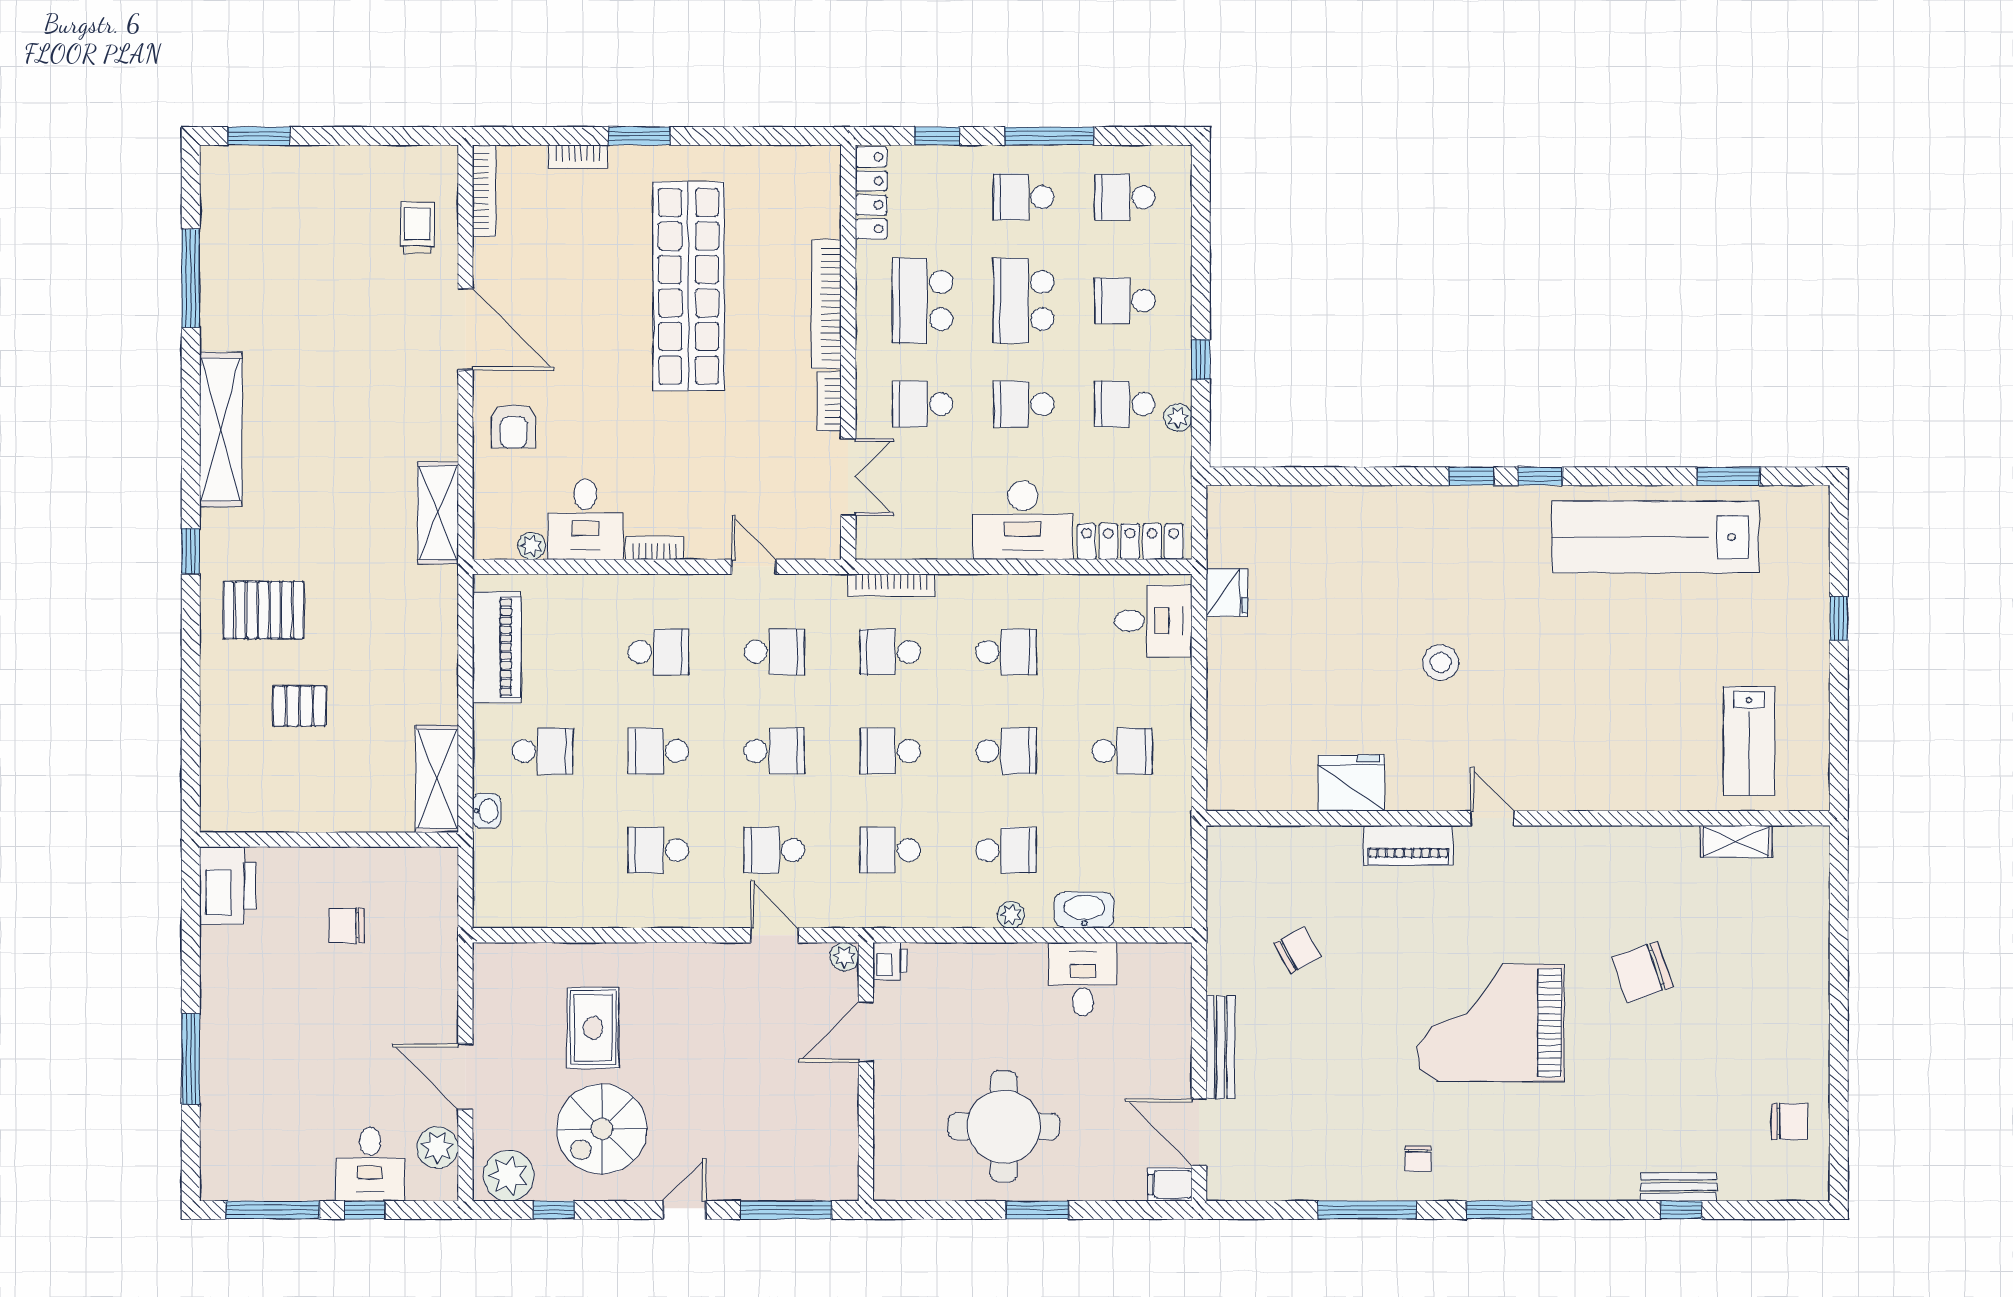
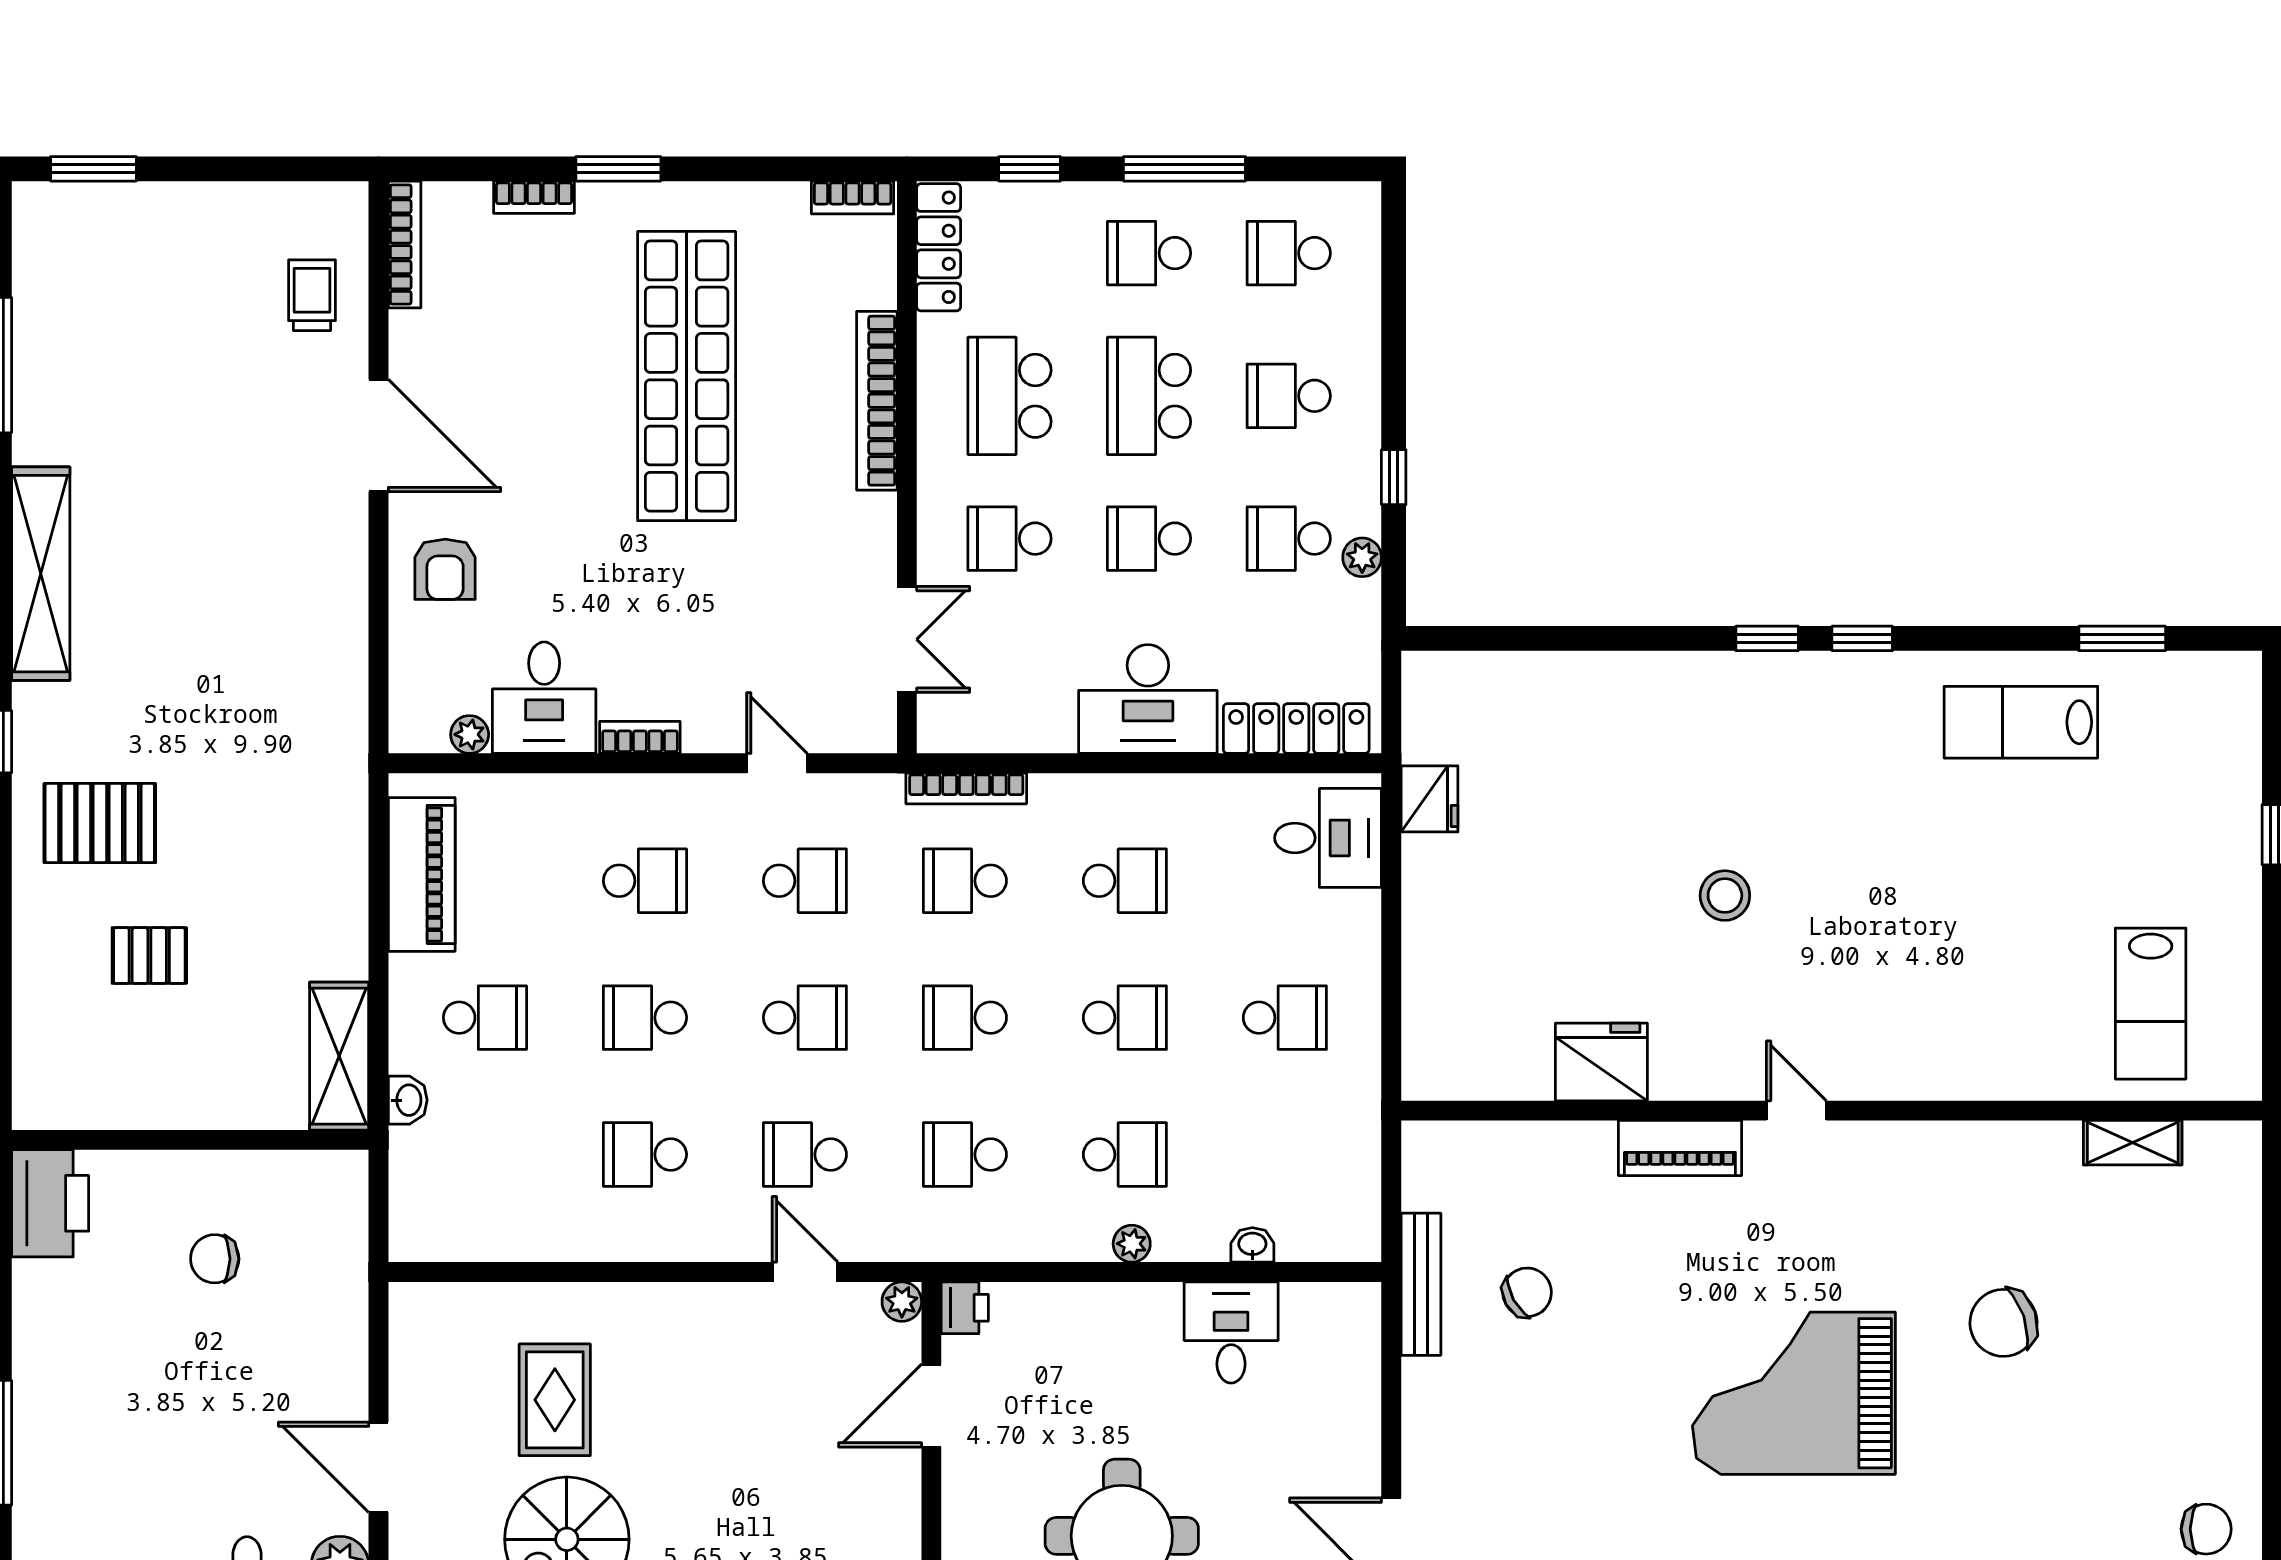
bookcase: (829, 401) -> (853, 197), moved, turned -90
shelving: (438, 513) -> (341, 689), removed
lab bench: (1655, 537) -> (2021, 722), width x0.54, depth x0.72
washbasin: (1084, 910) -> (1252, 1245), width x0.52, depth x0.69
bench: (1221, 1047) -> (1421, 1284), moved

